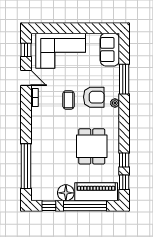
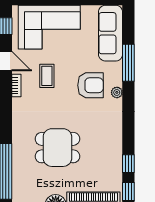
sofa: (110, 50) -> (111, 33), width x1.36
coffee table: (68, 100) -> (47, 76), moved
dining table: (92, 146) -> (57, 148), moved, turned 90

